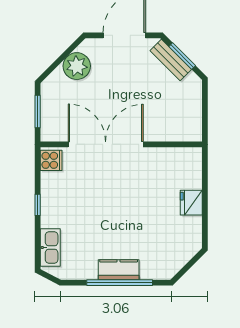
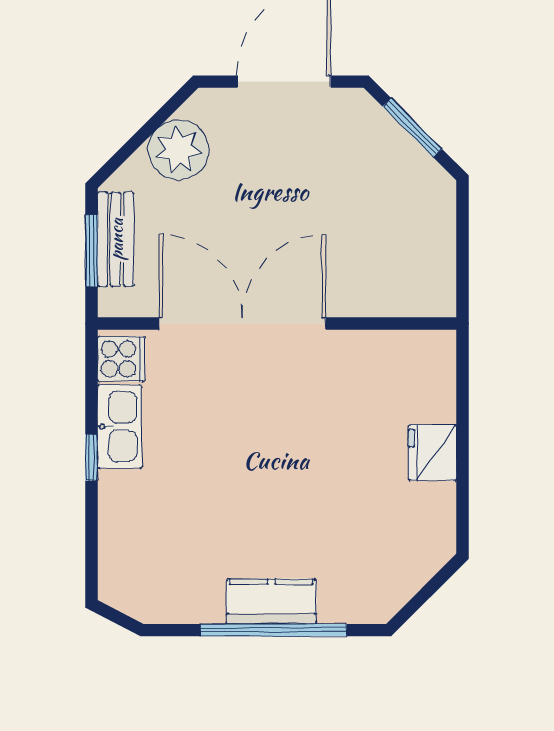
bench: (171, 60) -> (116, 239), moved, turned 45
kitchen sink: (50, 247) -> (120, 427), moved

